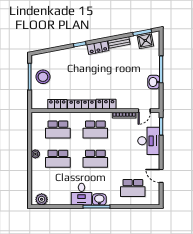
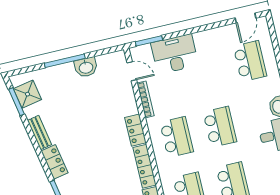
door: (161, 176) -> (246, 18), moved

